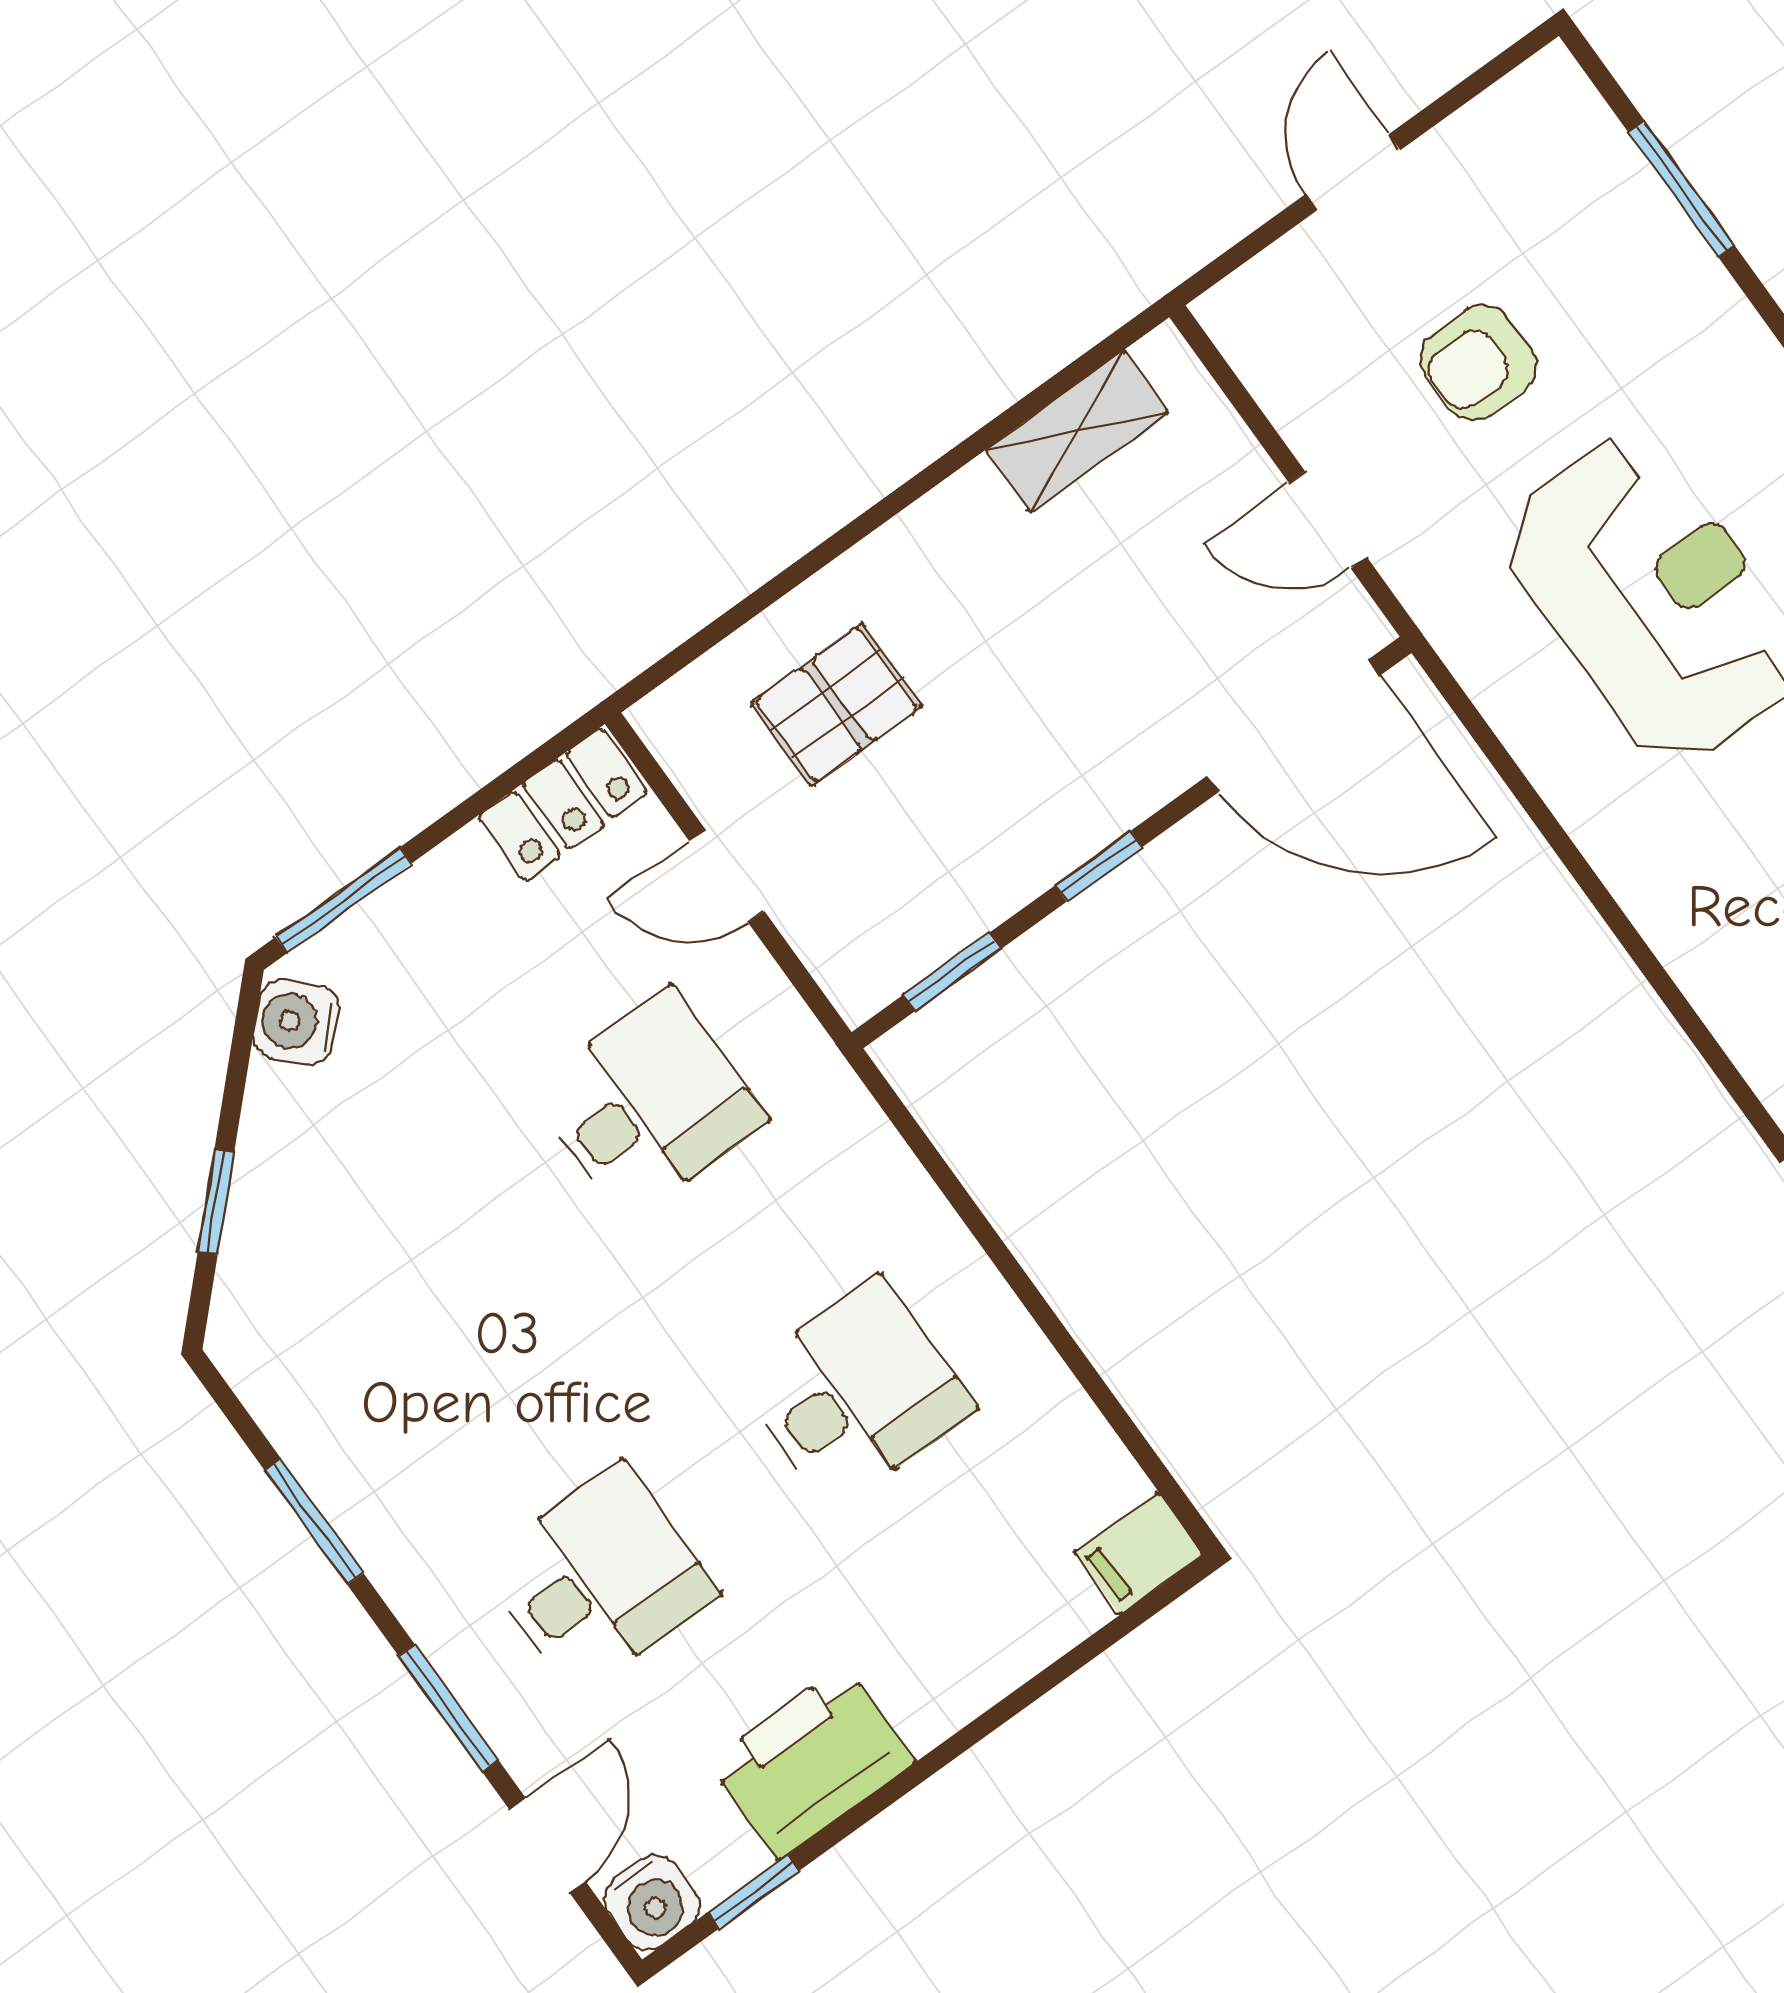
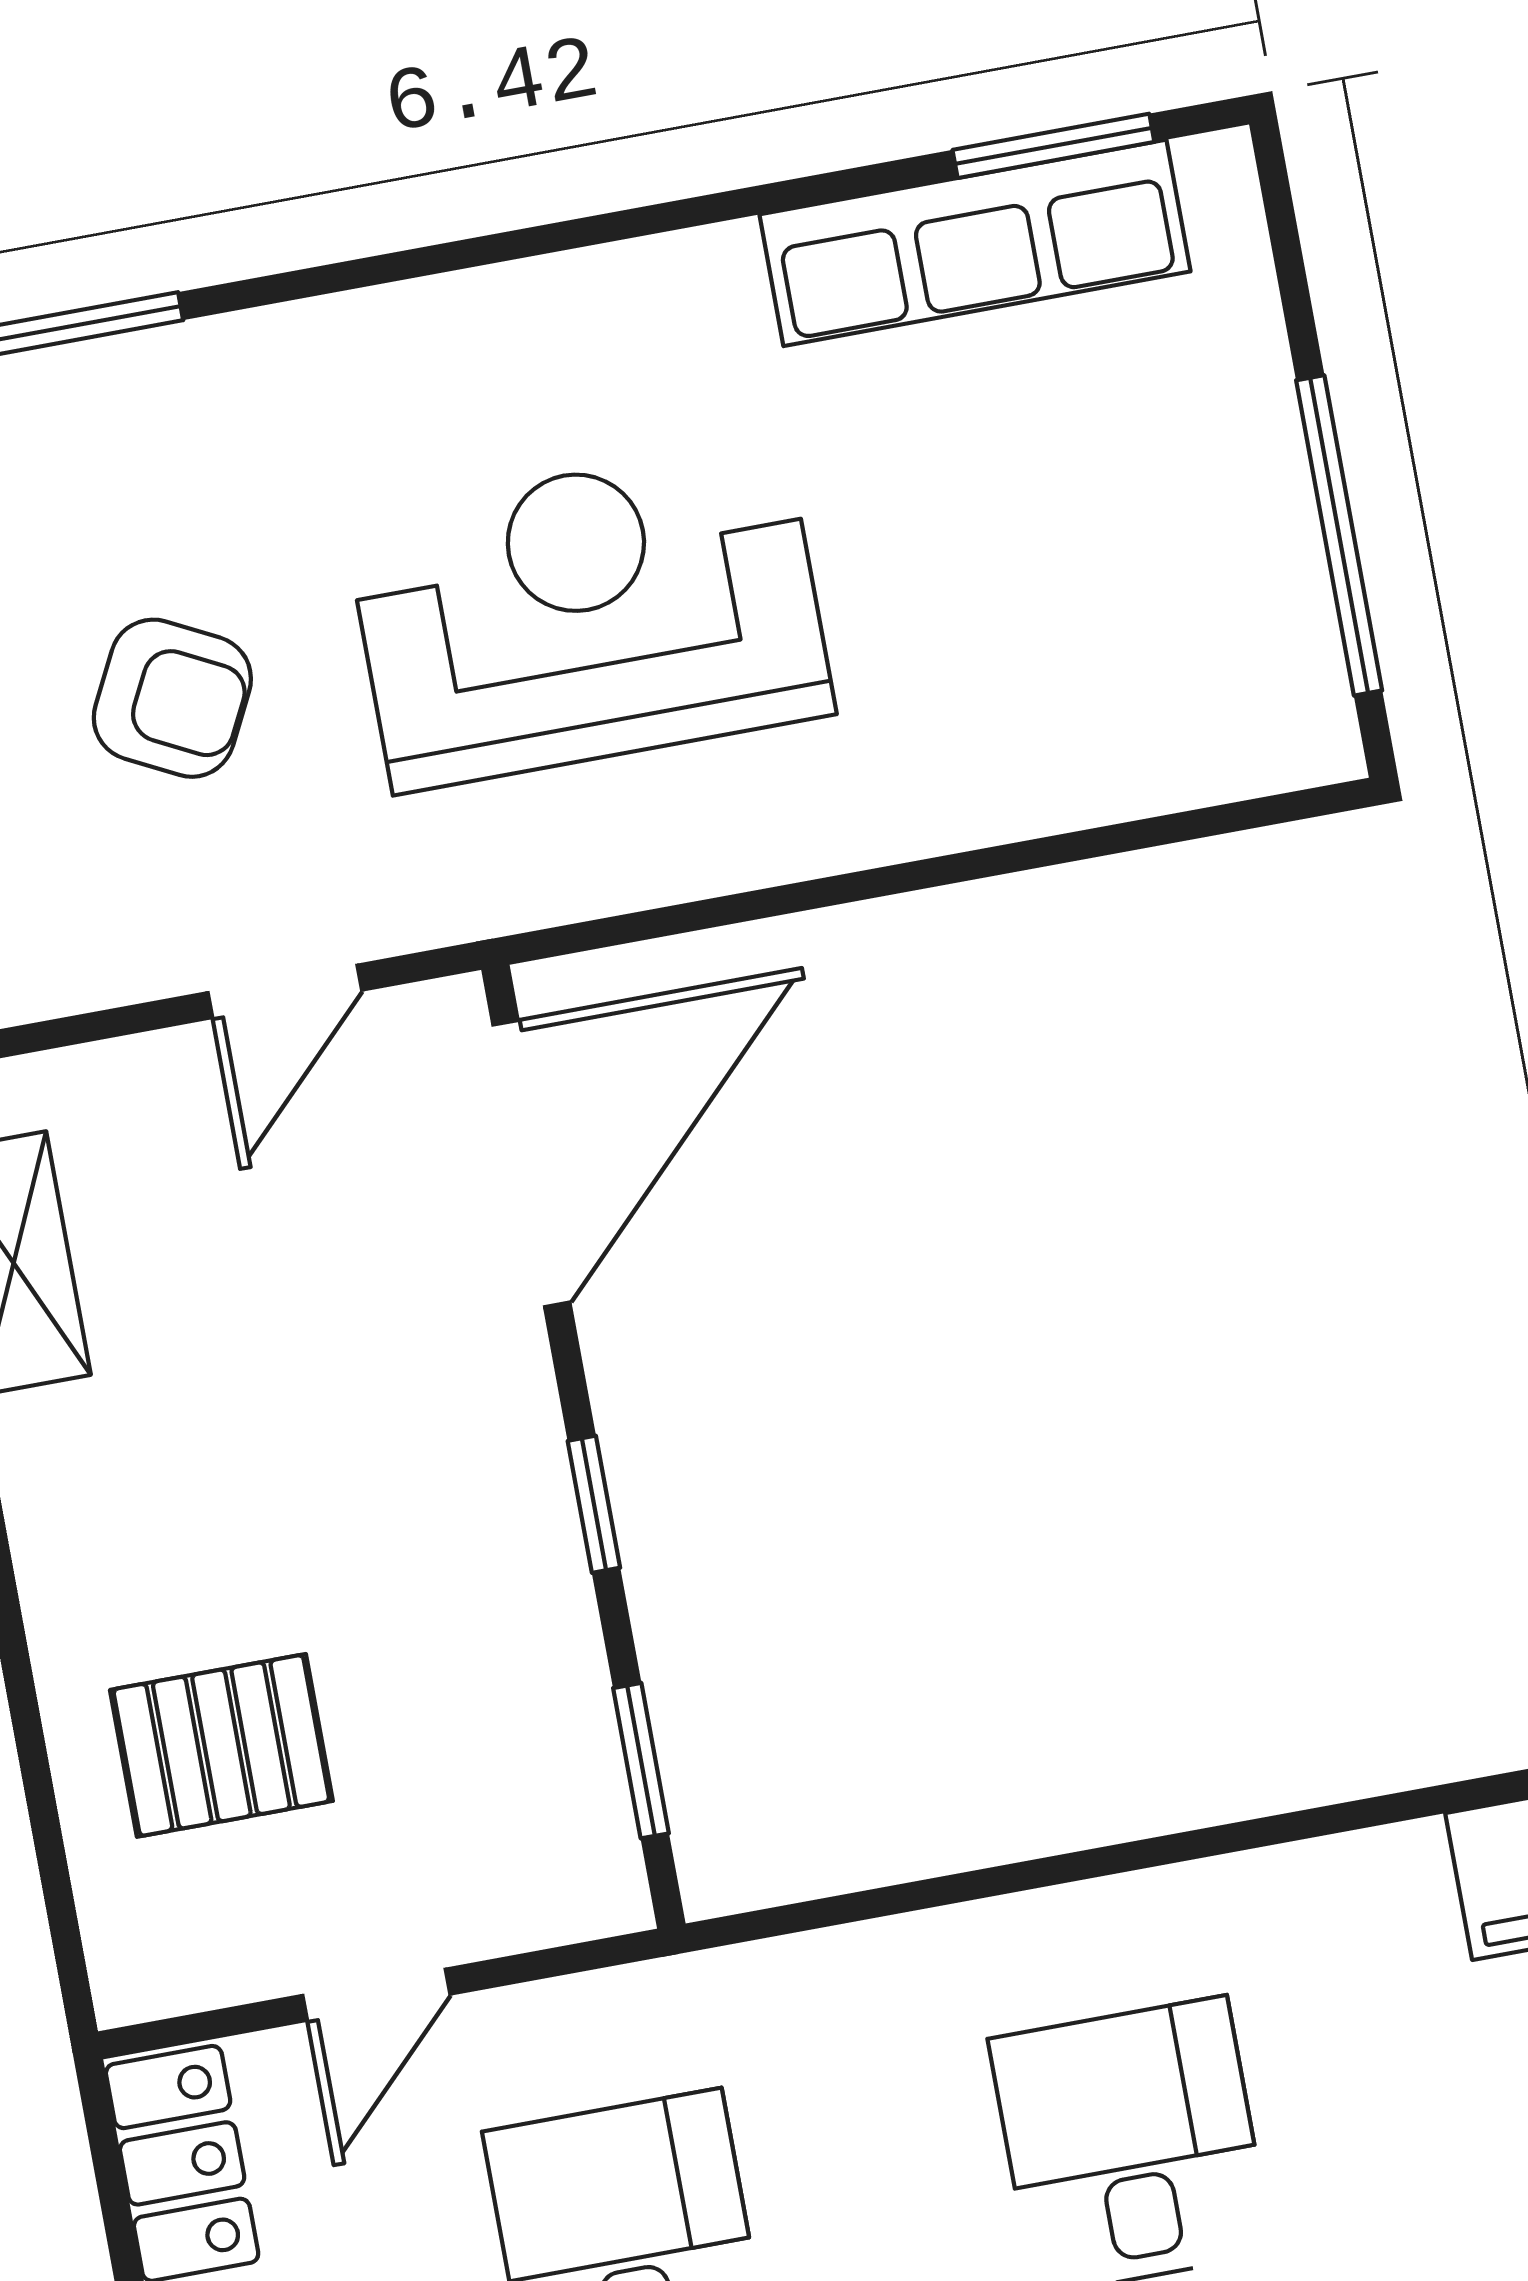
armchair: (1478, 362) -> (172, 698), turned -63
pallet: (837, 705) -> (221, 1745), turned 90

